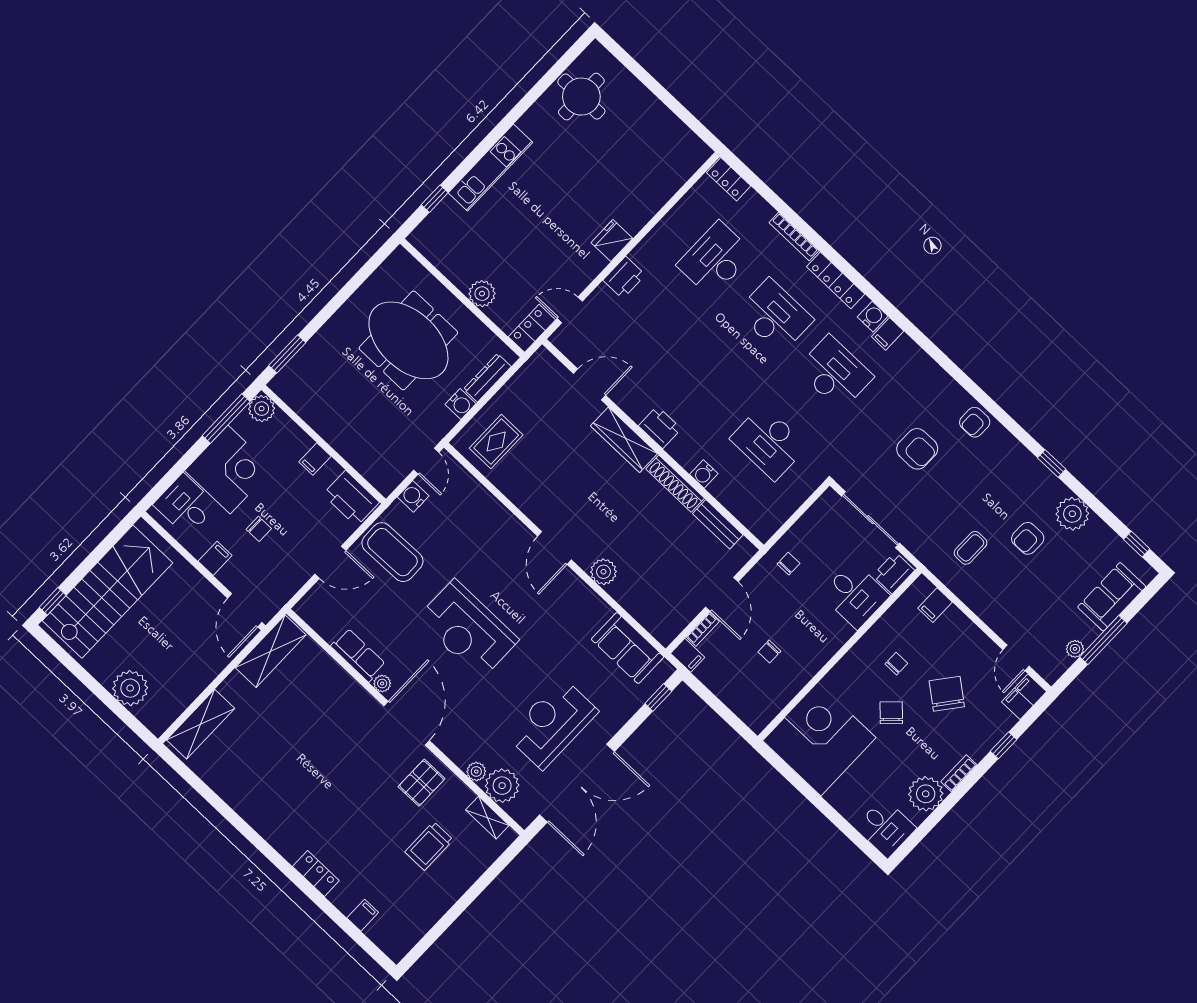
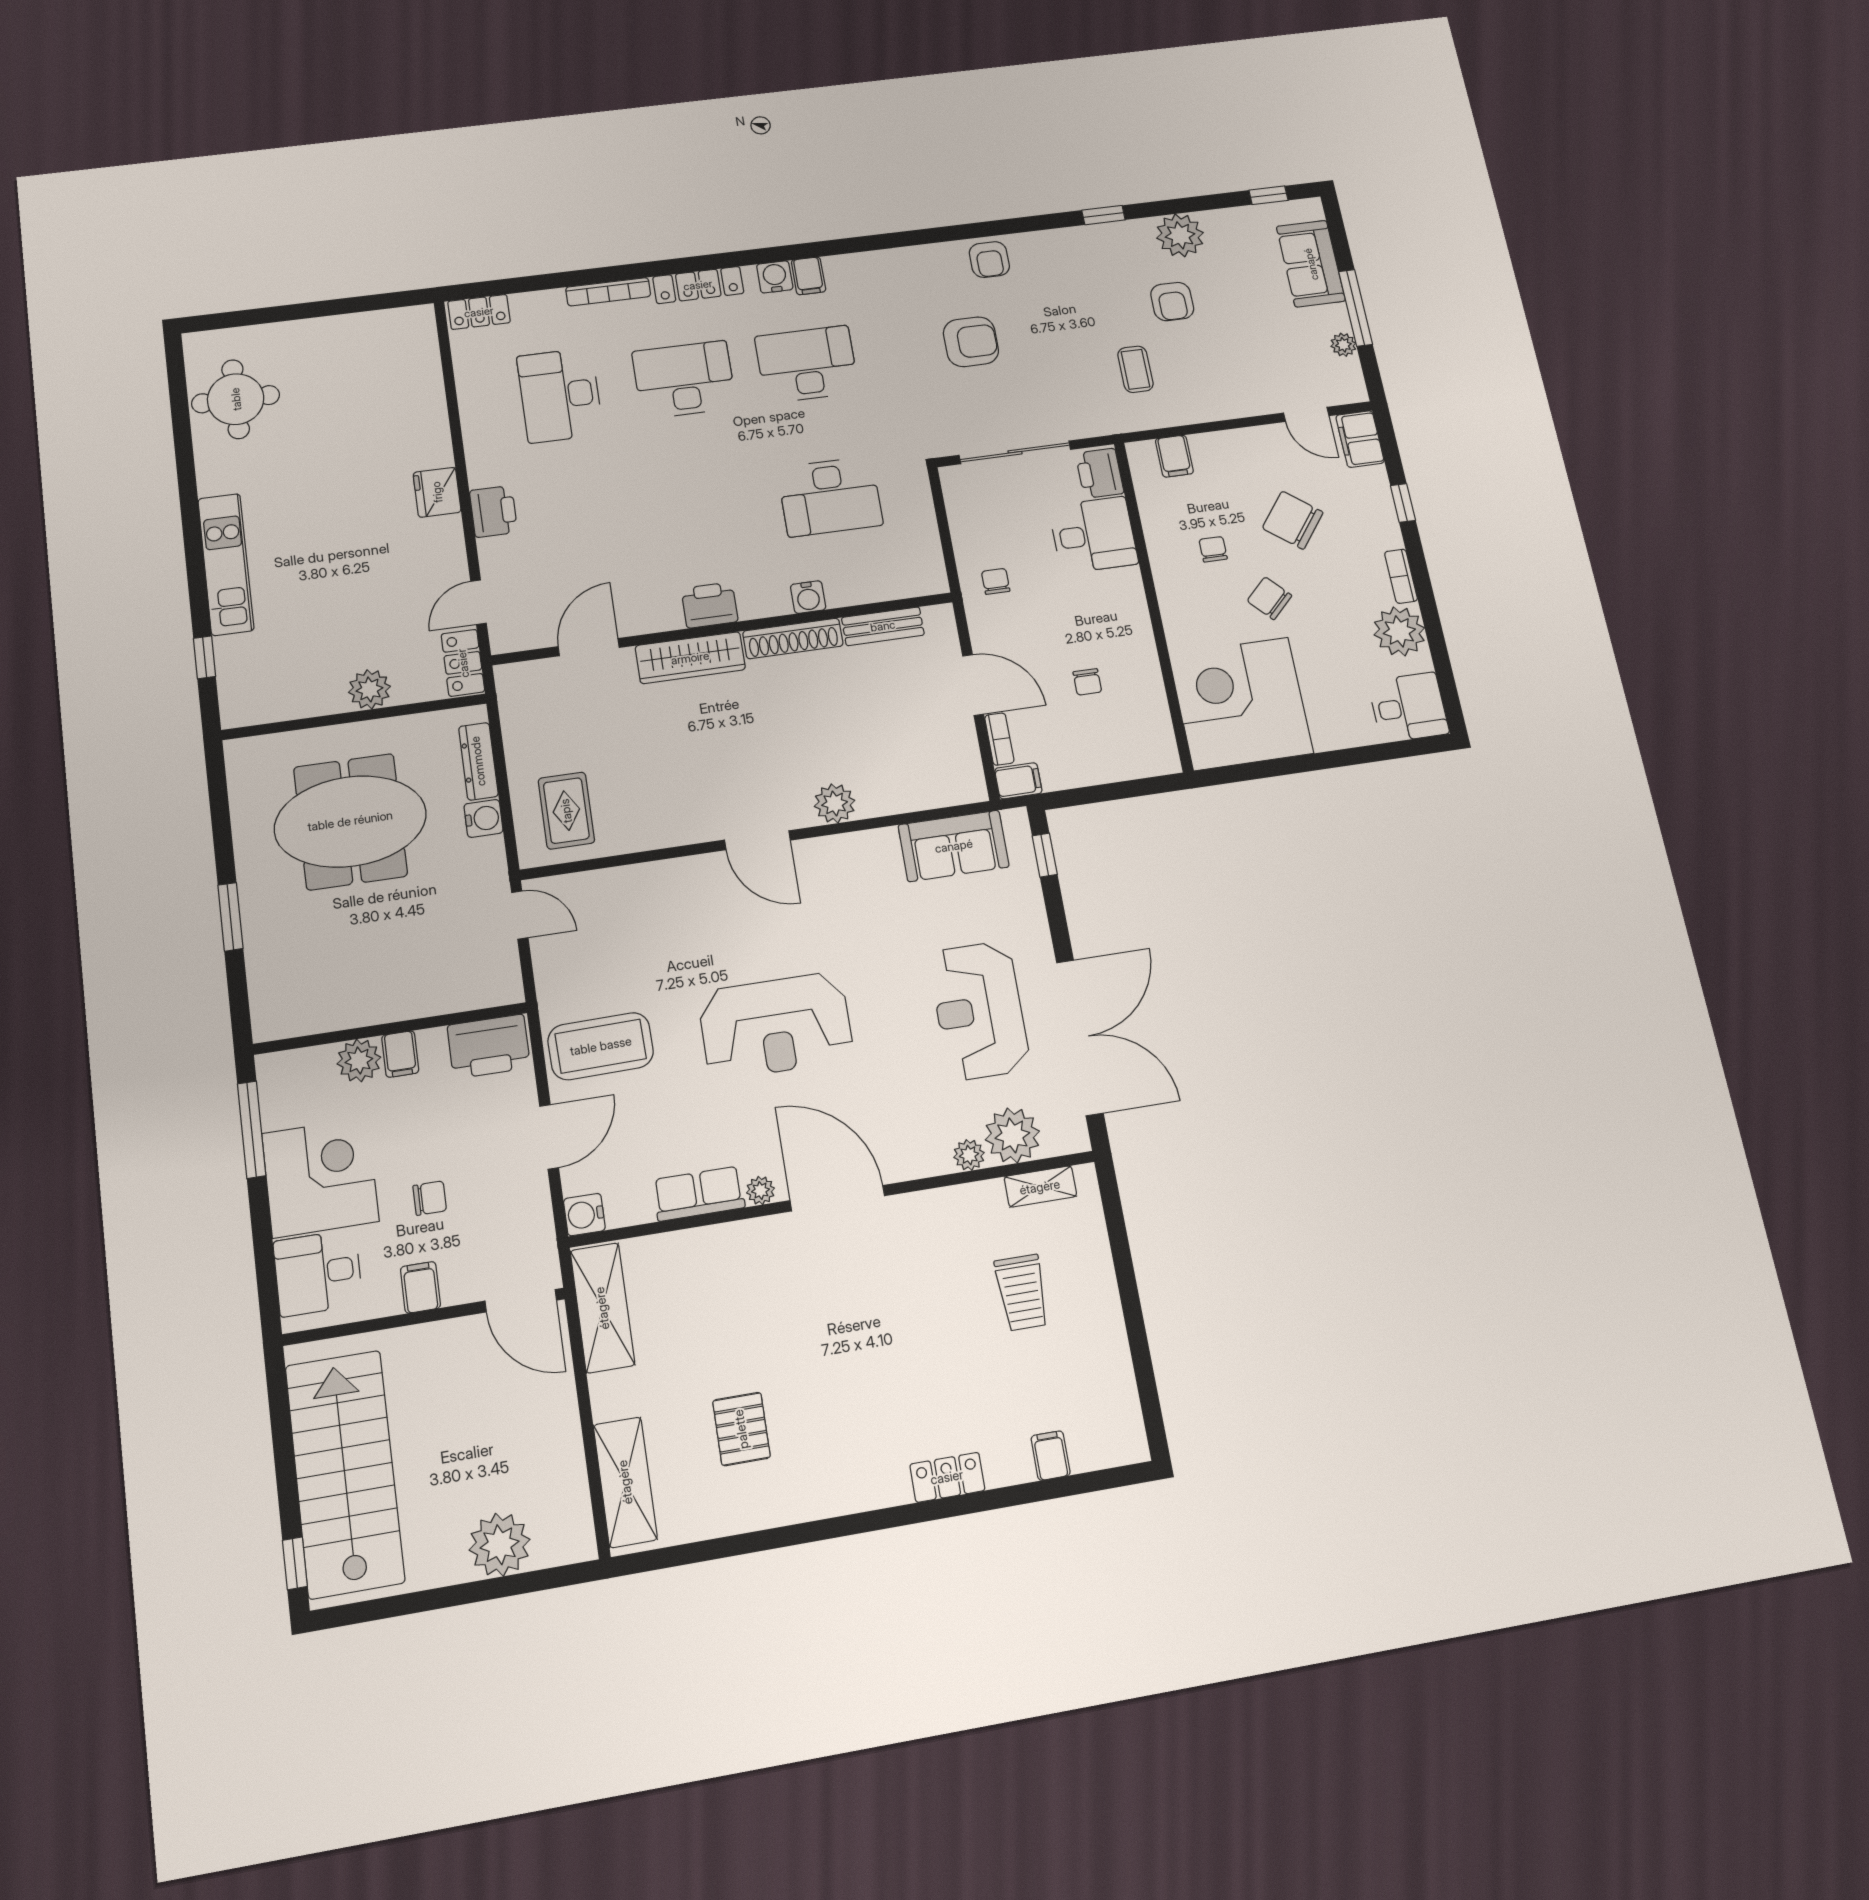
window: (287, 354) -> (230, 917), moved
plant: (262, 409) -> (359, 1061), moved
water cooler: (413, 496) -> (584, 1215), moved
pallet: (422, 783) -> (741, 1429), moved

